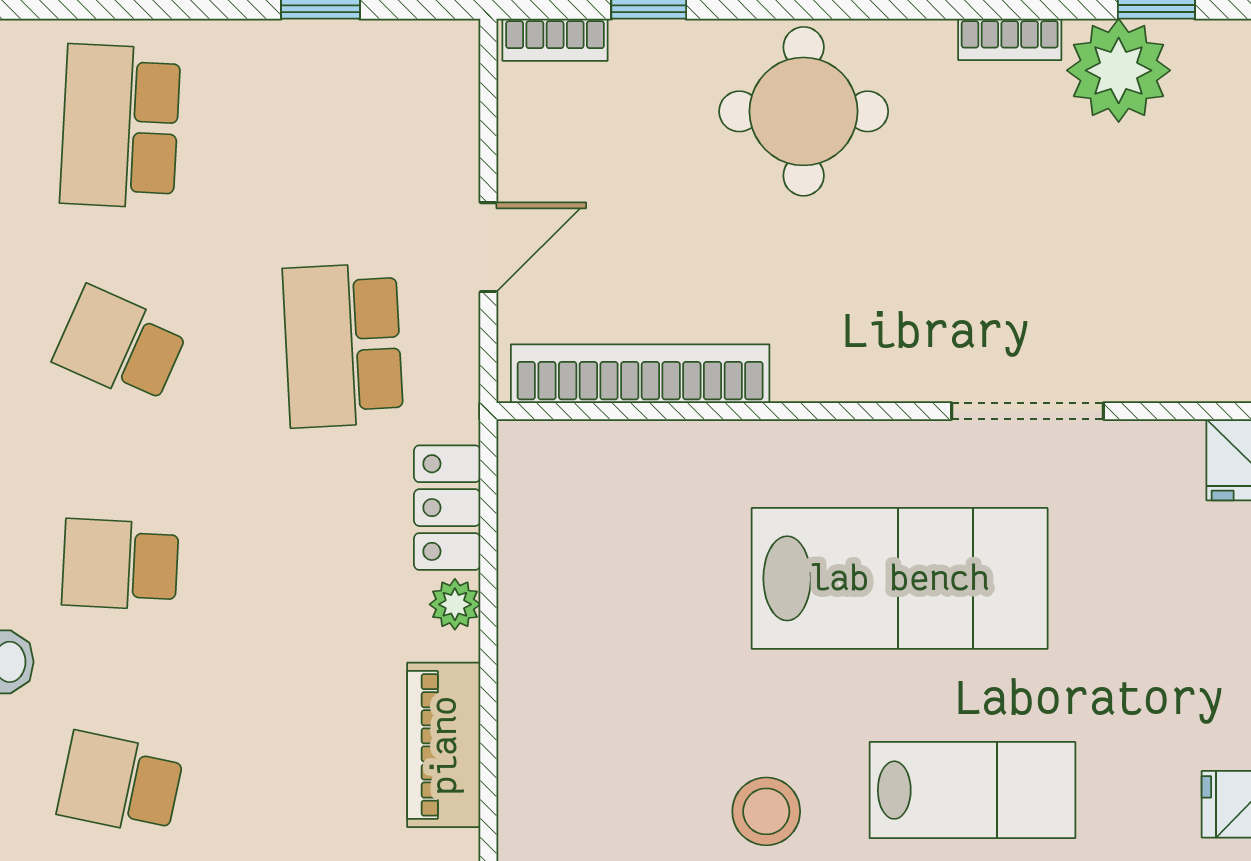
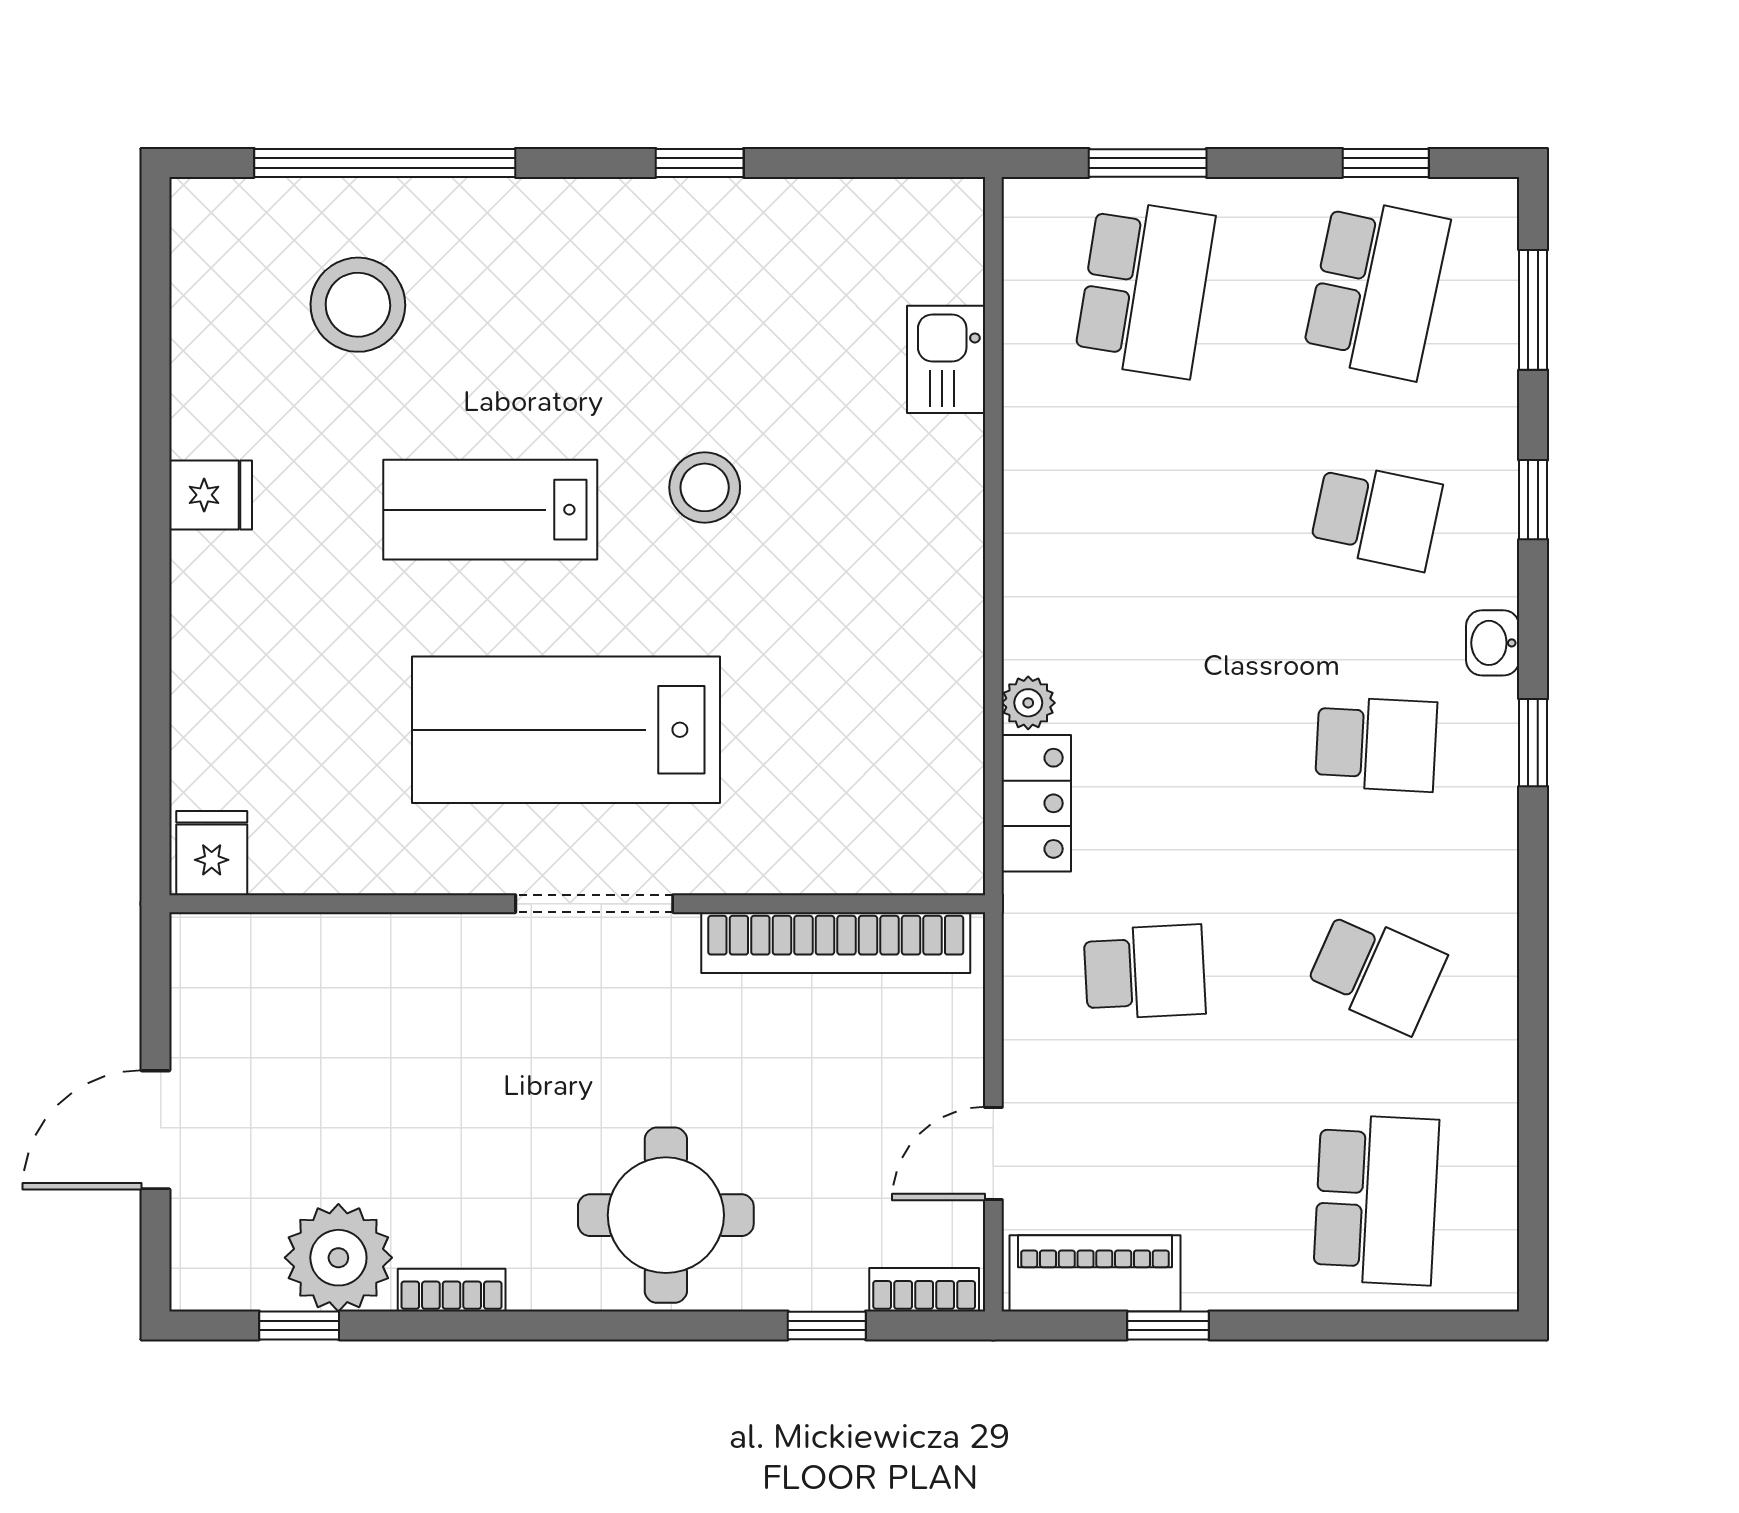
door: (488, 247) -> (993, 1154), moved
school desk: (343, 345) -> (1145, 972), width x0.54
doorway: (1027, 411) -> (594, 904), moved
piano: (444, 745) -> (1095, 1273), moved, turned -90

